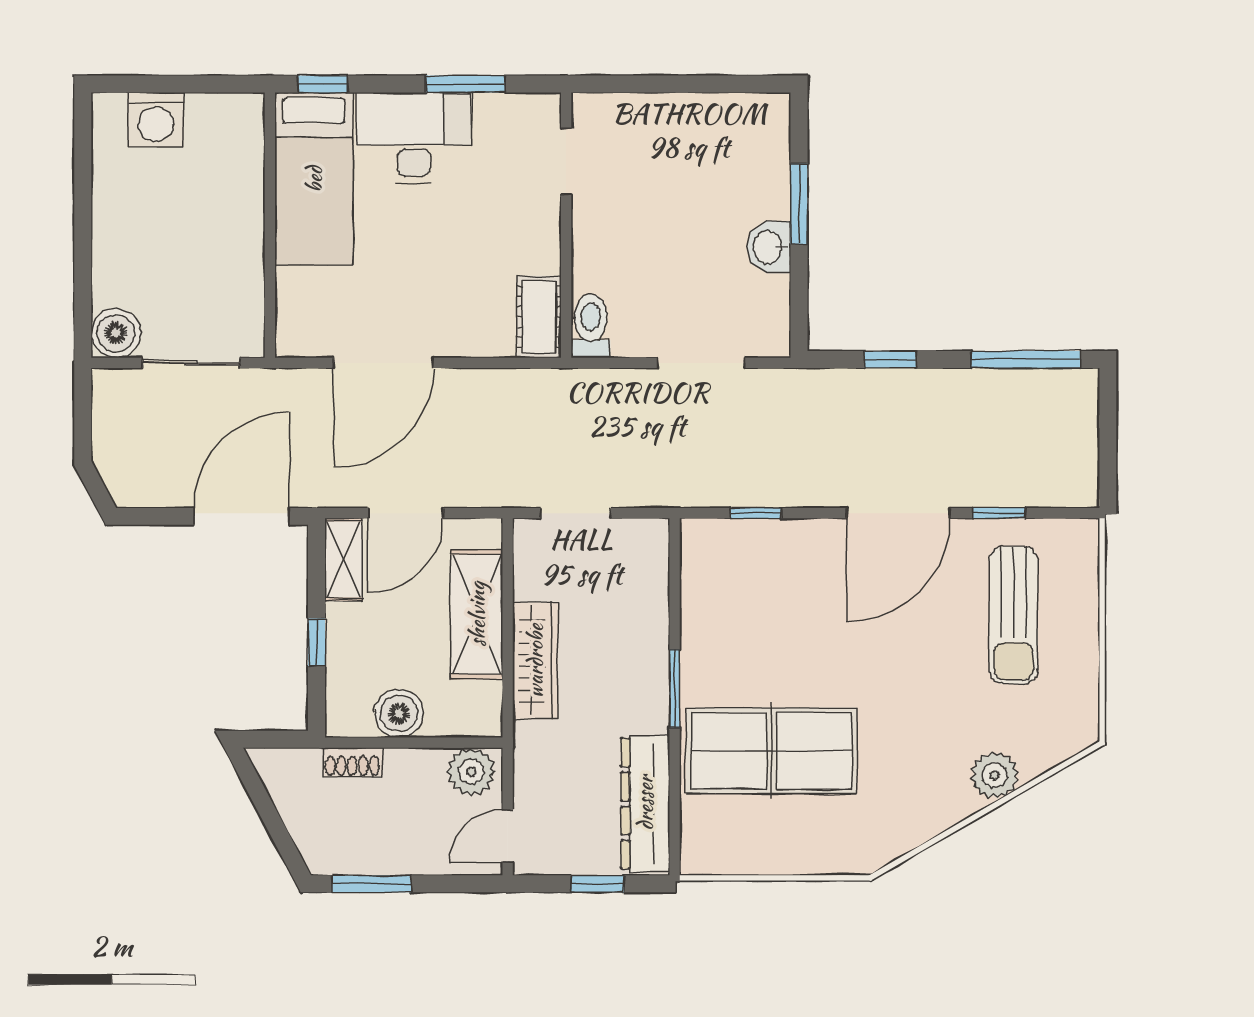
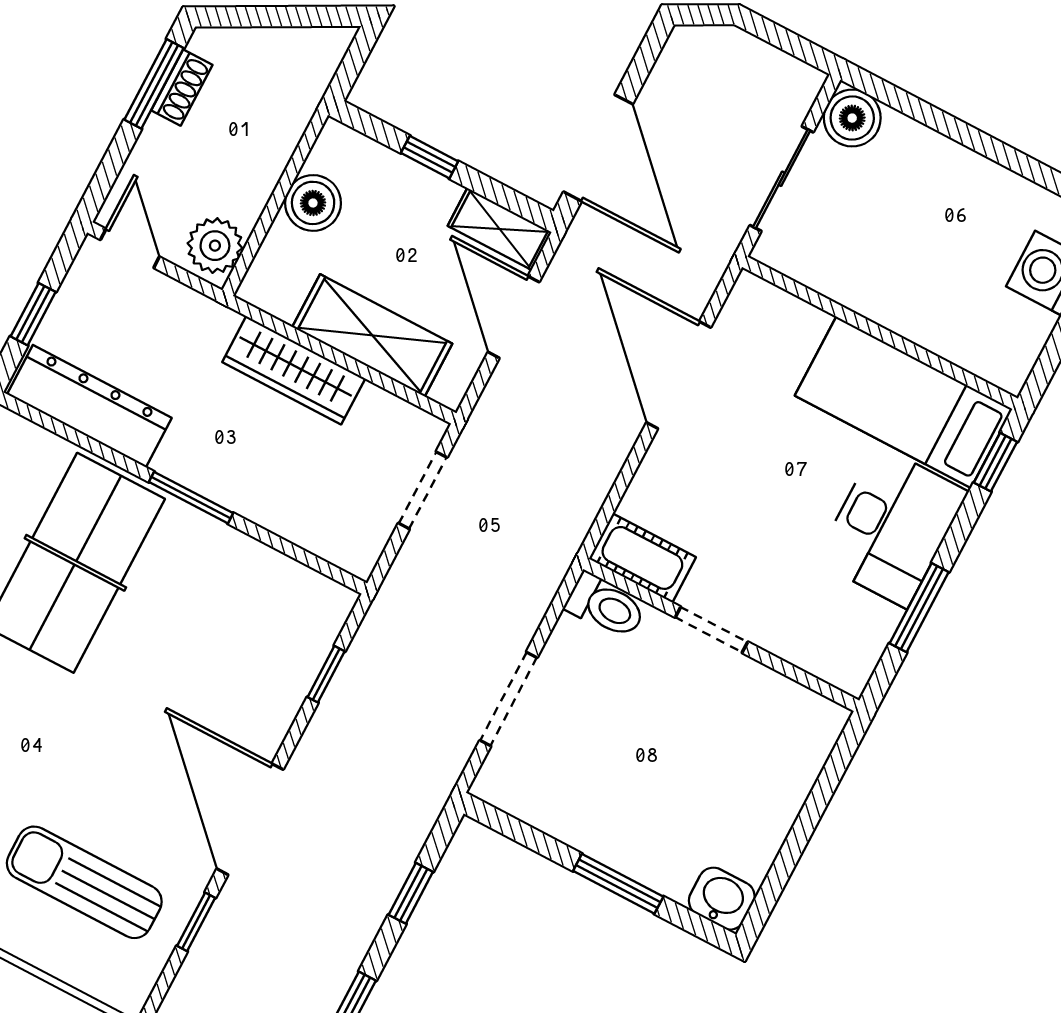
doorway: (566, 161) -> (711, 630), moved
washbasin: (769, 247) -> (722, 899), moved
shoe rack: (352, 762) -> (182, 88), moved, turned 180

